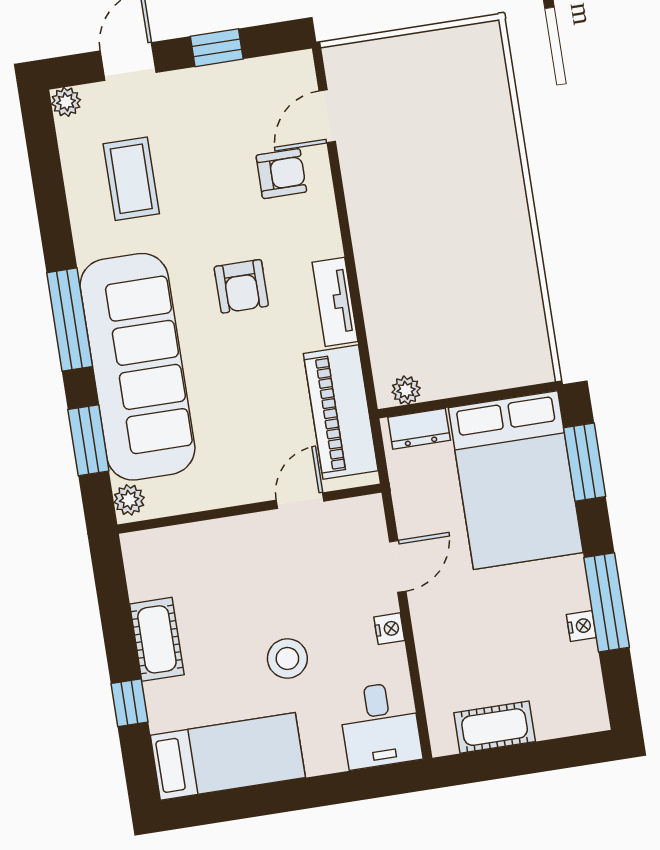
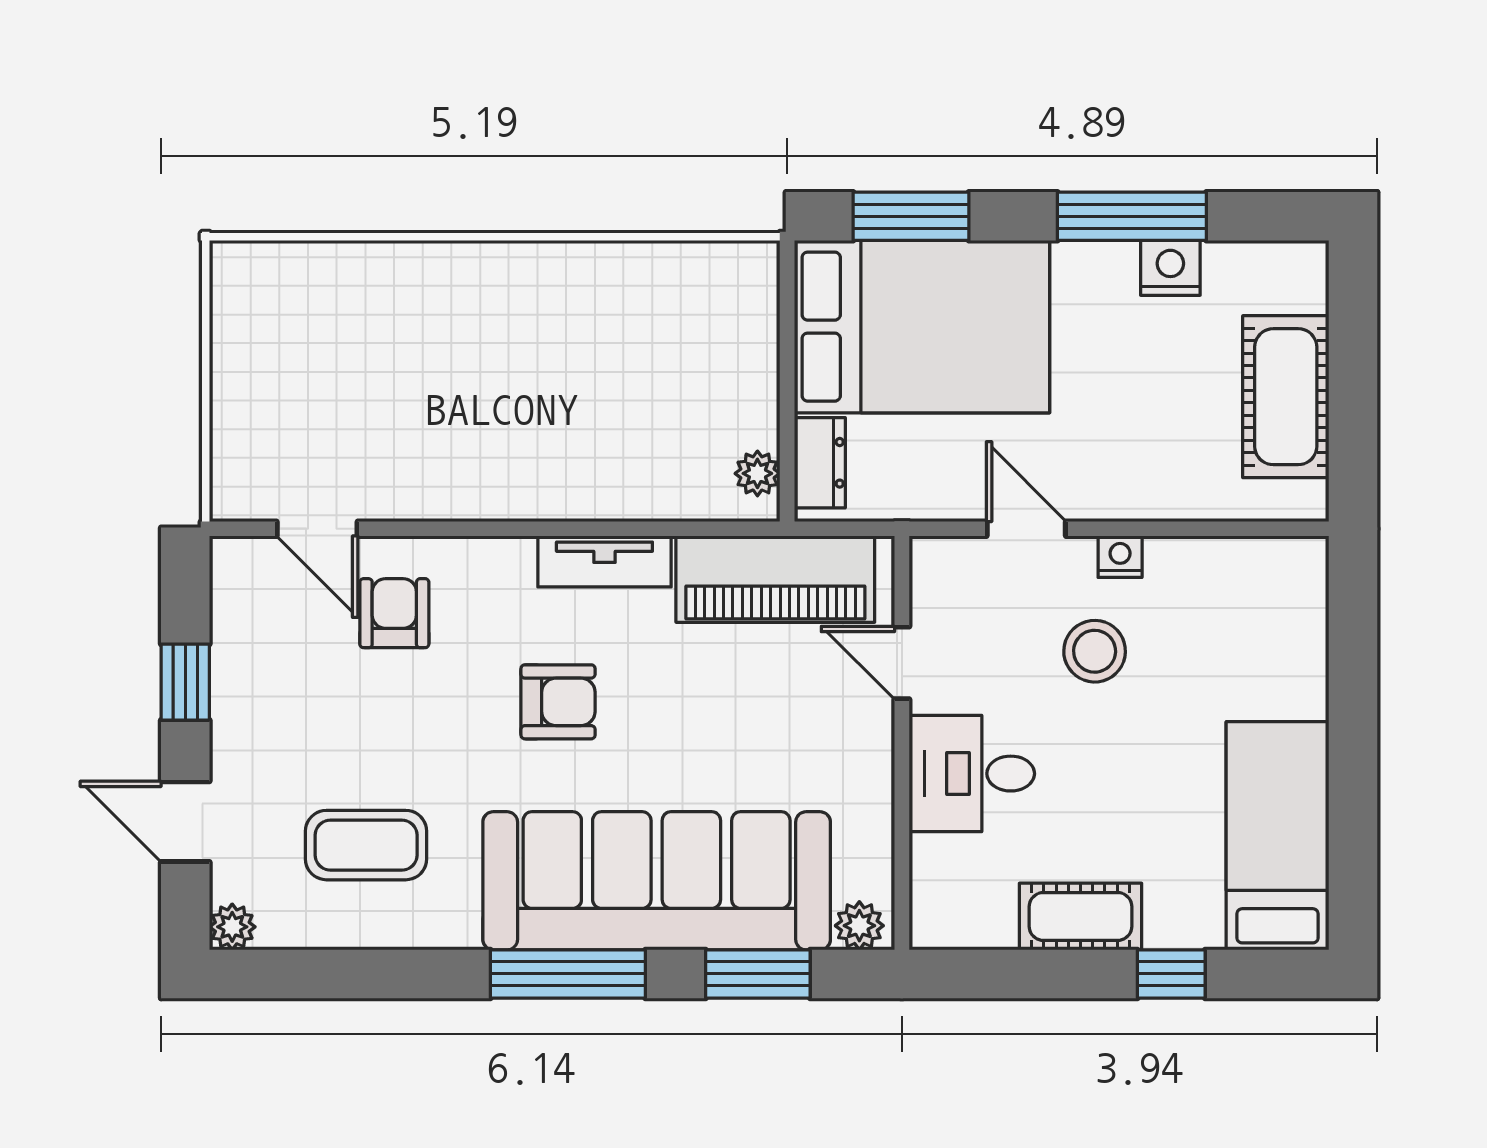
nightstand: (581, 626) -> (1170, 268), width x1.39, depth x1.35
stool: (287, 658) -> (1095, 651), moved
desk: (380, 725) -> (972, 774), moved, turned 180
cot: (495, 727) -> (1286, 397), width x1.37, depth x1.34

